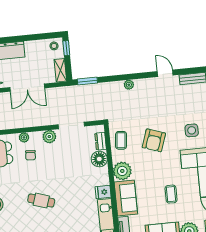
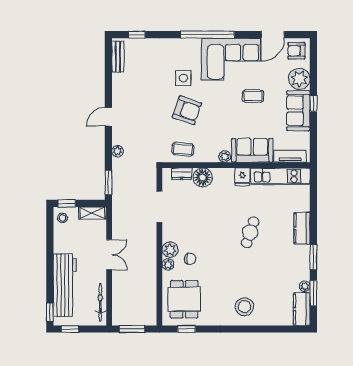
door: (165, 73) -> (108, 117), moved
plant: (129, 85) -> (118, 151), moved
double door: (27, 88) -> (109, 255), width x0.73
side table: (192, 130) -> (183, 78), moved
plant: (49, 137) -> (170, 250), moved
plant: (122, 171) -> (225, 156), width x0.53, depth x0.53
cafe table: (41, 201) -> (250, 232), moved

